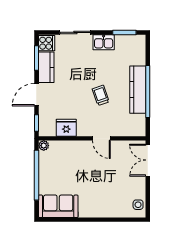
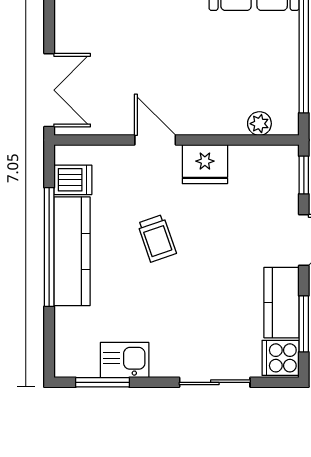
kitchen sink: (104, 42) -> (125, 360), moved
dishwasher: (137, 121) -> (73, 180), added
fridge: (66, 128) -> (205, 164), moved
plant: (44, 146) -> (259, 124), moved

